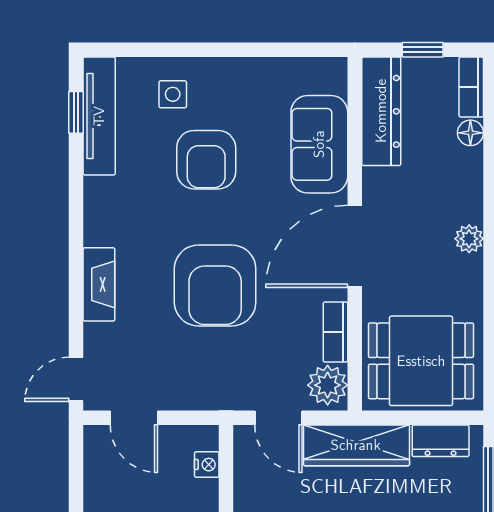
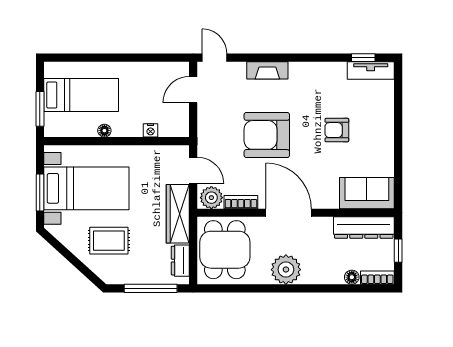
side table: (173, 94) -> (373, 111), removed
tv unit: (99, 116) -> (371, 70), width x0.71
sofa: (319, 144) -> (367, 193), moved
armchair: (206, 160) -> (337, 130), width x0.72, depth x0.72
plant: (469, 239) -> (286, 270), width x1.88, depth x1.88
door: (278, 418) -> (193, 170), swing flipped
nightstand: (207, 465) -> (151, 130), moved

